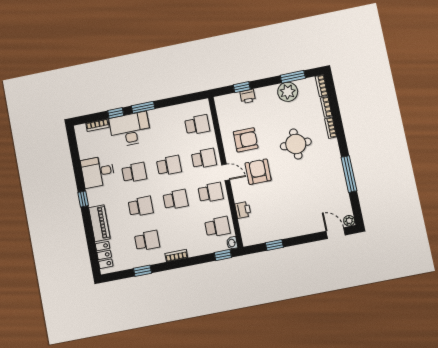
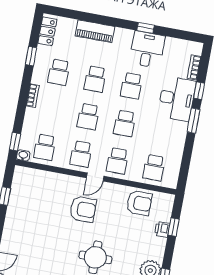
armchair: (246, 140) -> (139, 203), moved, turned -90
window: (83, 199) -> (146, 28), moved
printer: (243, 210) -> (51, 179), removed
locker: (104, 255) -> (47, 31), moved, turned -90

